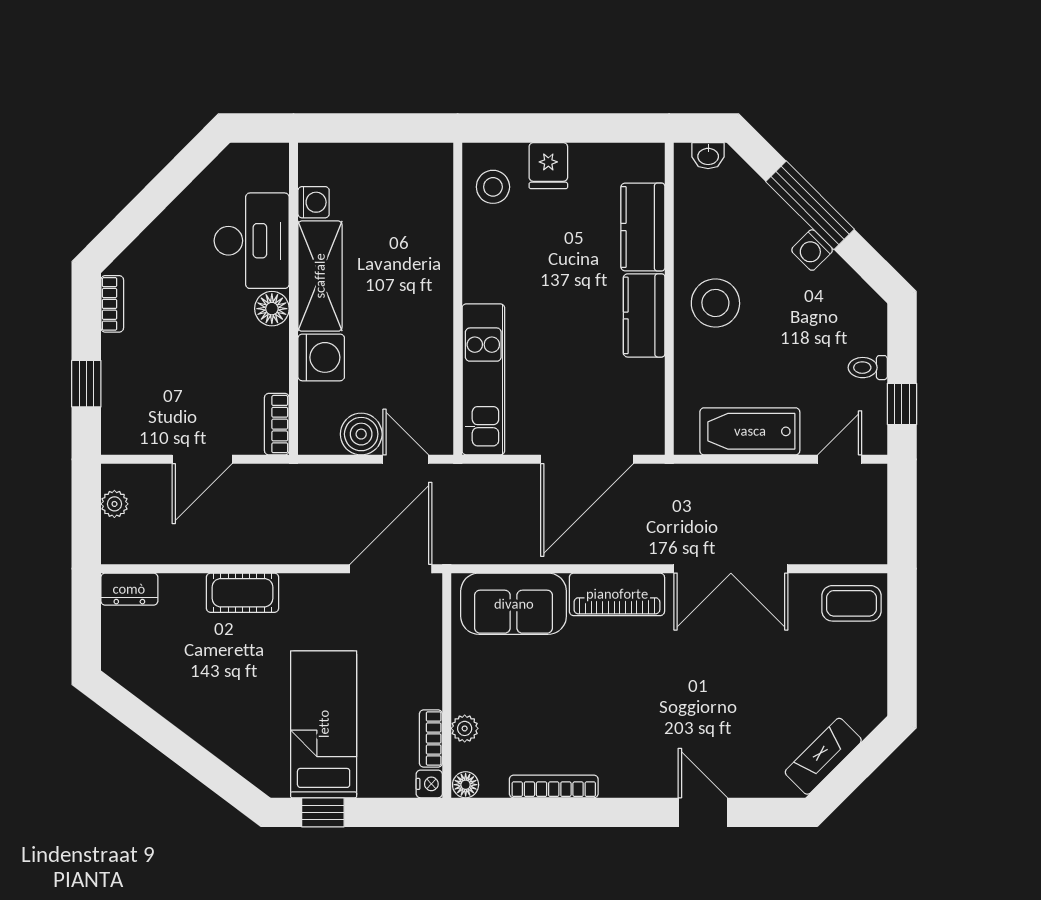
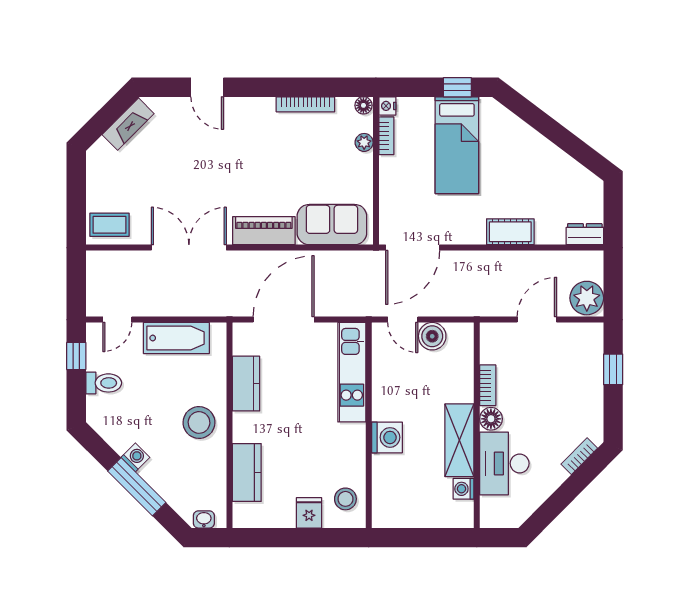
bookcase: (112, 304) -> (579, 456), moved, turned 45
kitchen counter: (644, 315) -> (246, 384), moved
washing machine: (321, 357) -> (387, 437), moved, turned 180
toilet: (868, 368) -> (104, 383), width x1.37, depth x1.39
bookcase: (277, 424) -> (488, 385), moved
plant: (114, 504) -> (587, 298), width x1.88, depth x1.88

